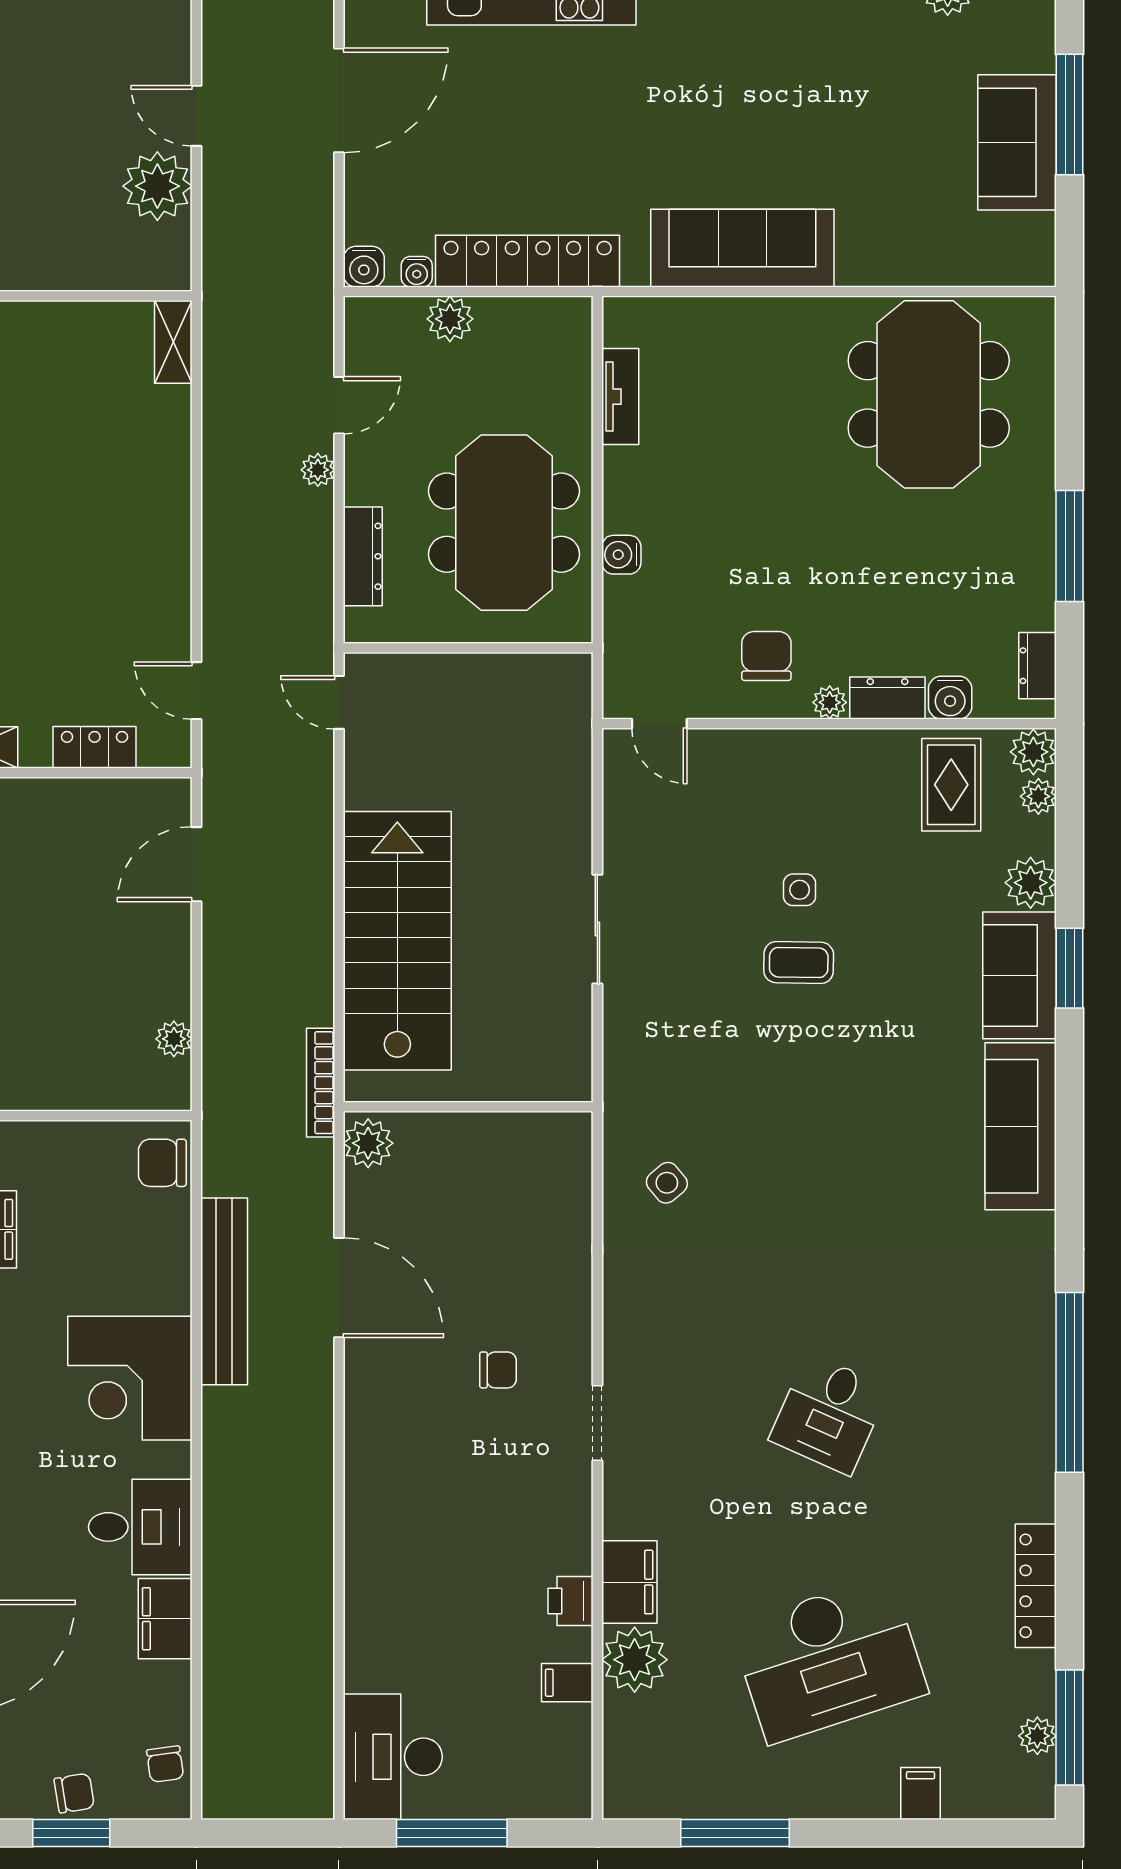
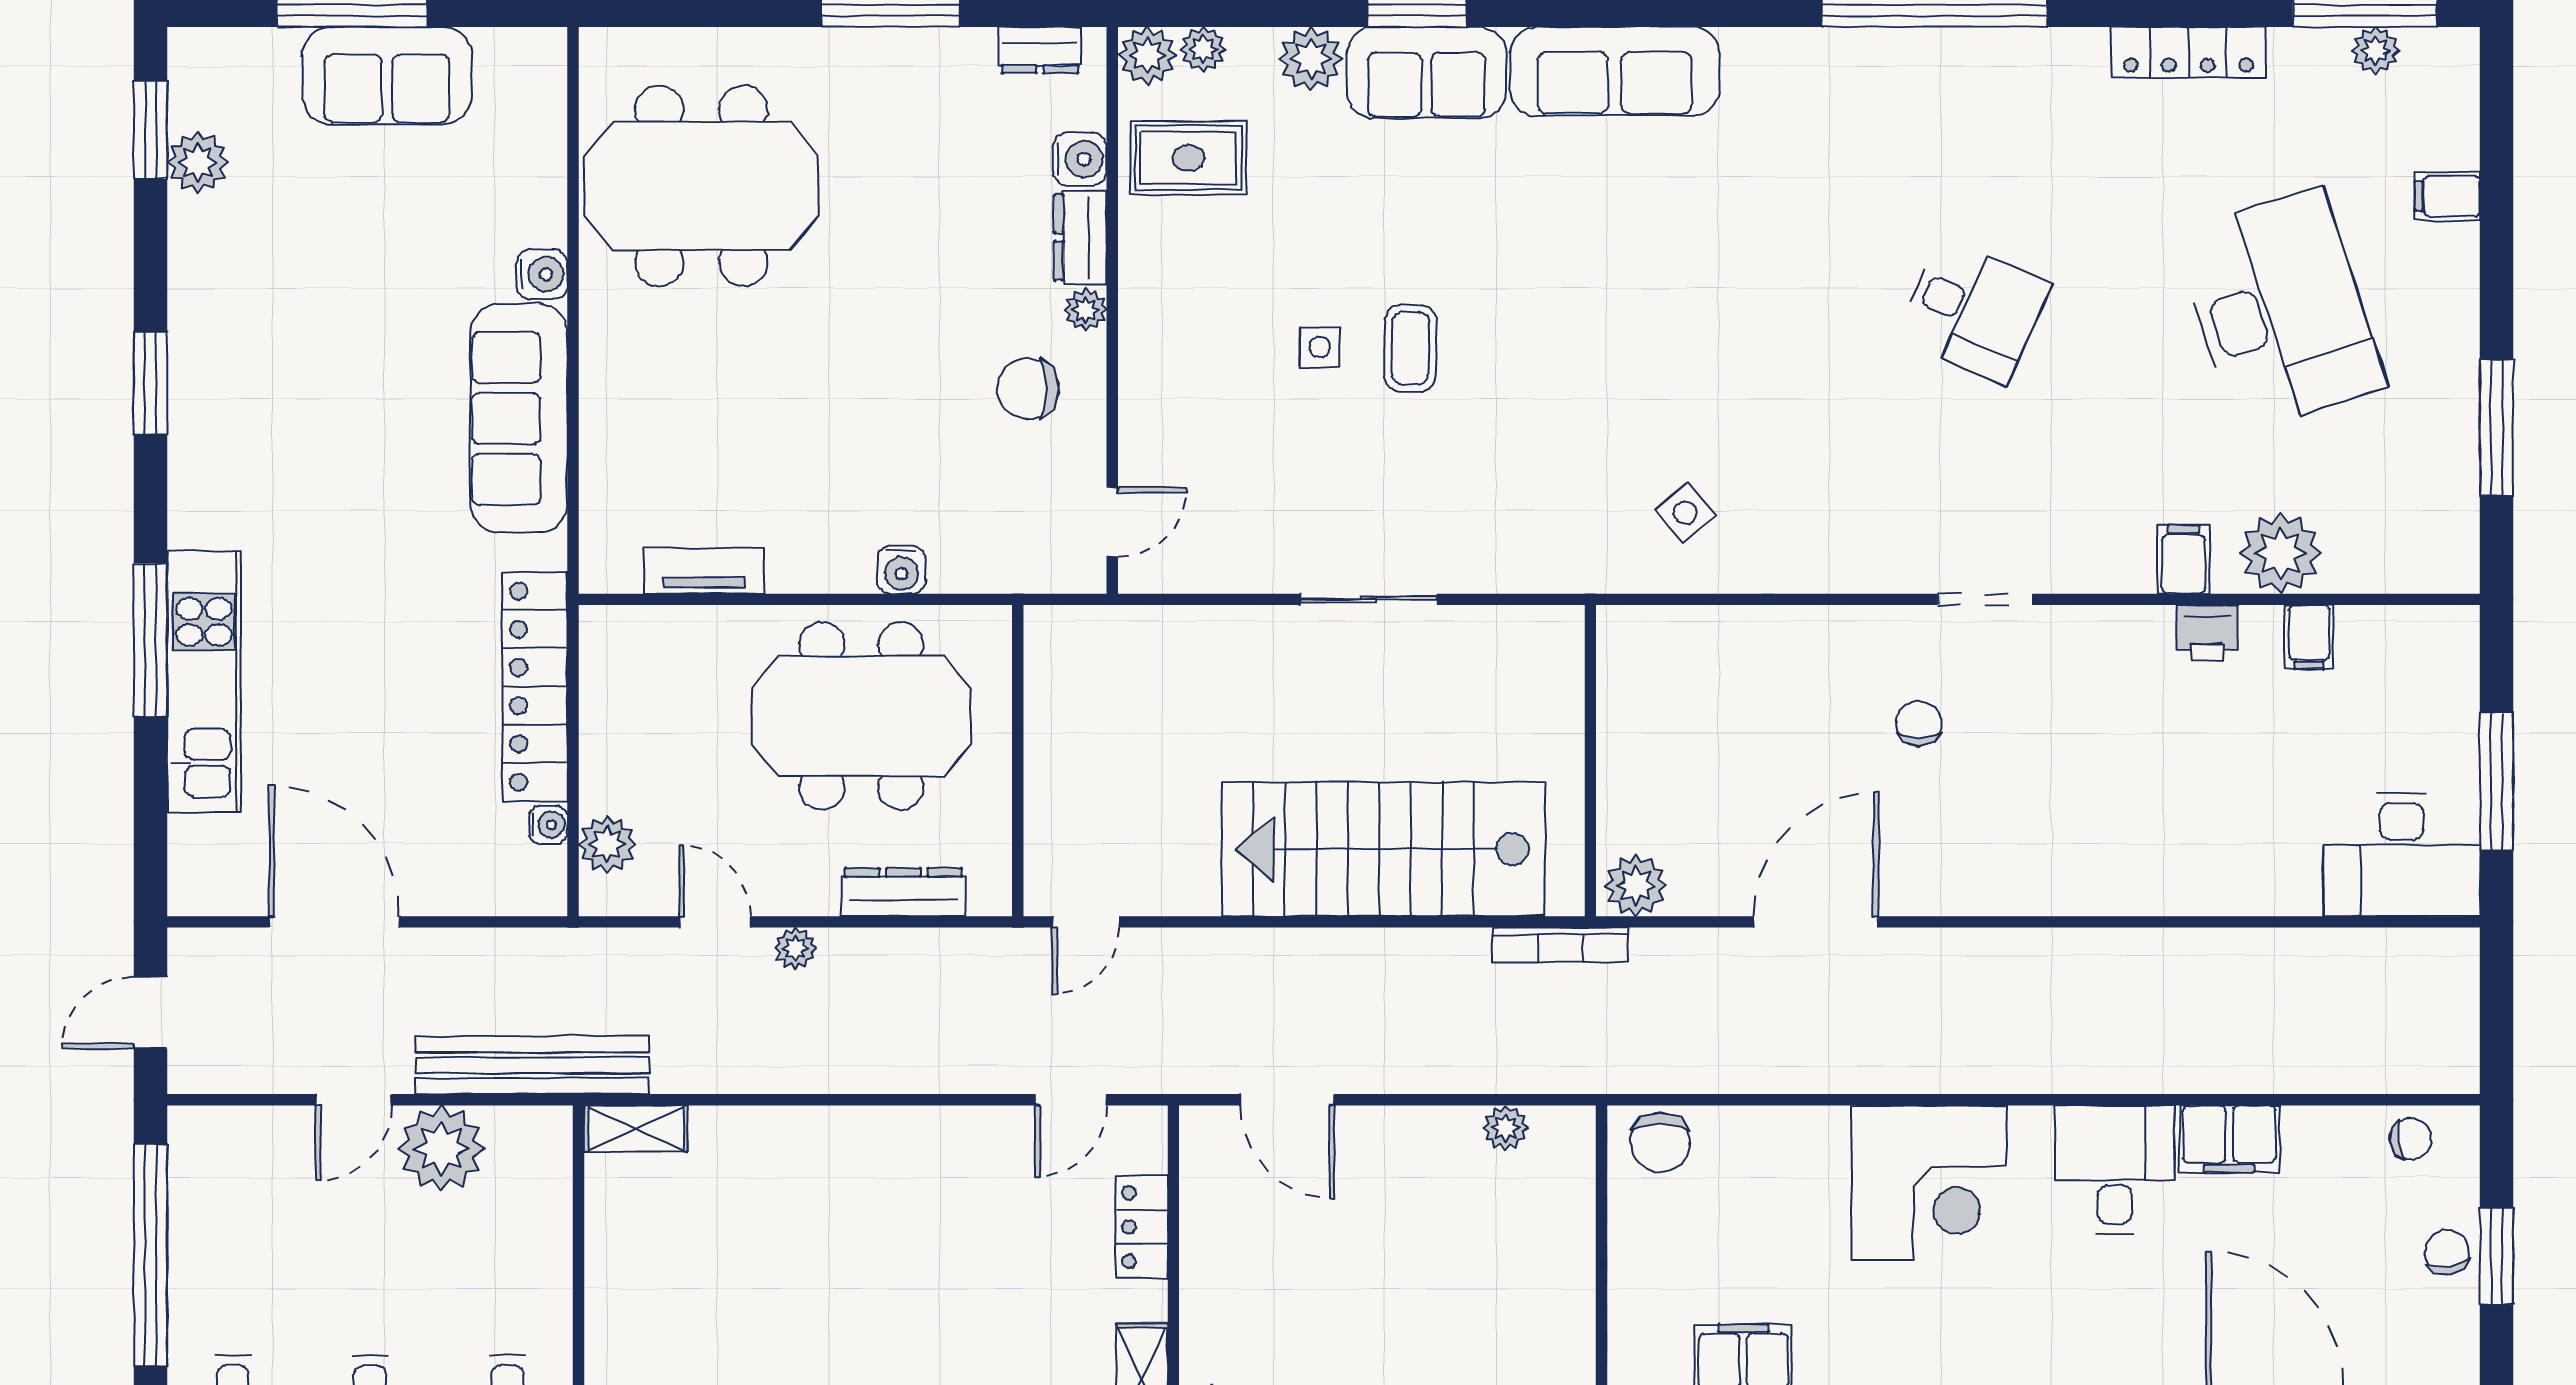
water cooler: (364, 267) -> (542, 274), moved
plant: (450, 319) -> (607, 844), moved
bench: (224, 1291) -> (532, 1065), moved
filing cabinet: (629, 1582) -> (2184, 559), width x0.50

